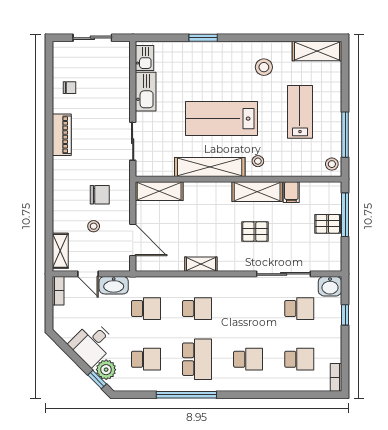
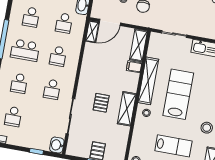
filing cabinet: (291, 192) -> (134, 67), moved
shelving: (201, 264) -> (92, 32), moved
school desk: (299, 309) -> (52, 89), moved

